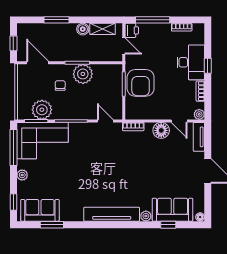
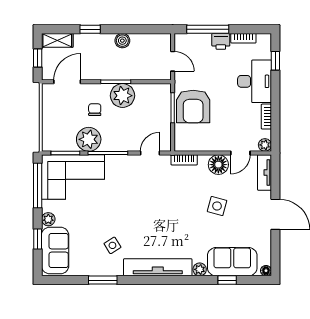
window: (56, 20) -> (90, 29), width x0.67
shelving: (102, 29) -> (57, 40), moved
printer: (132, 30) -> (221, 41), moved, turned 90
door: (38, 63) -> (67, 82), hinge flipped
window: (208, 66) -> (275, 61), moved
plant: (42, 110) -> (89, 139), moved
door: (105, 121) -> (150, 153), hinge flipped
door: (179, 121) -> (240, 153), hinge flipped
side table: (160, 164) -> (217, 206), added
side table: (75, 196) -> (112, 245), added
window: (13, 202) -> (38, 239), moved
sofa: (40, 210) -> (55, 250), moved, turned 90
window: (52, 225) -> (103, 280), moved

